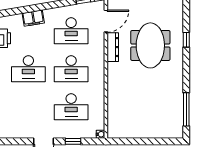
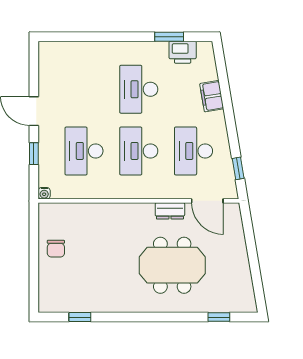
window: (186, 40) -> (219, 317), moved
dresser: (113, 47) -> (170, 211), width x0.70
window: (186, 109) -> (80, 317), width x0.46
chair: (139, 126) -> (56, 249), added

